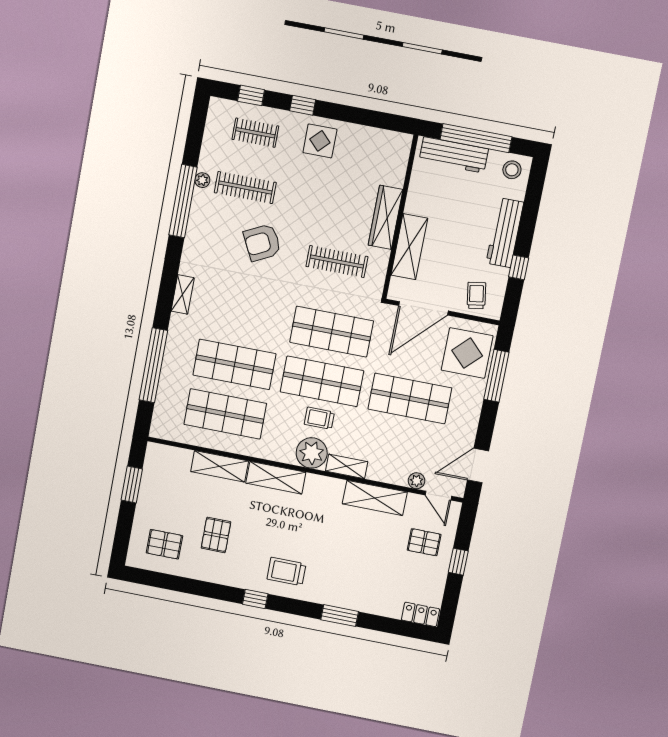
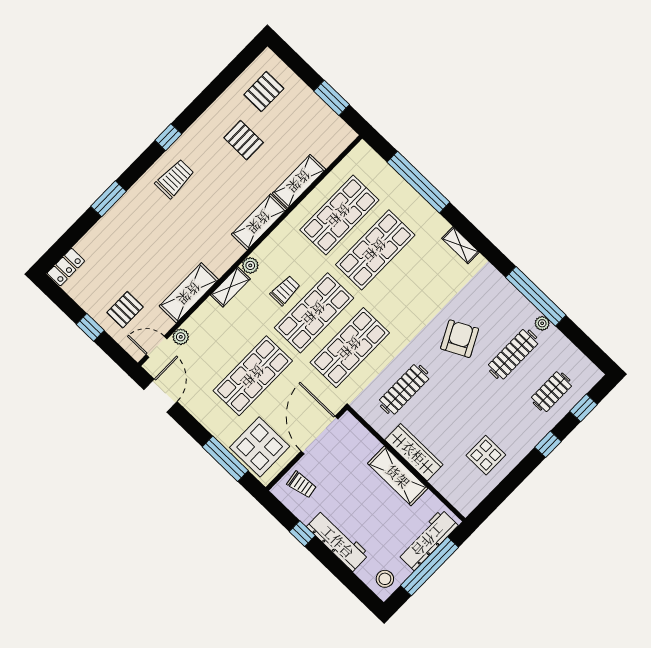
display table: (320, 141) -> (486, 455), moved
shelving: (409, 247) -> (398, 476), moved
plant: (312, 453) -> (250, 265), width x0.53, depth x0.53

